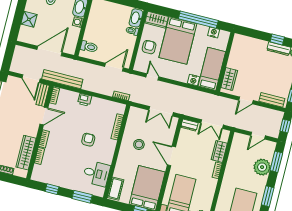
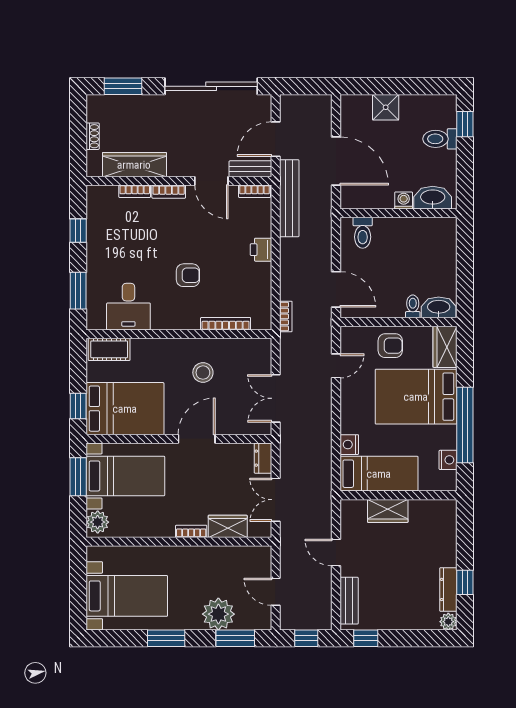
wardrobe: (229, 79) -> (388, 511), moved

